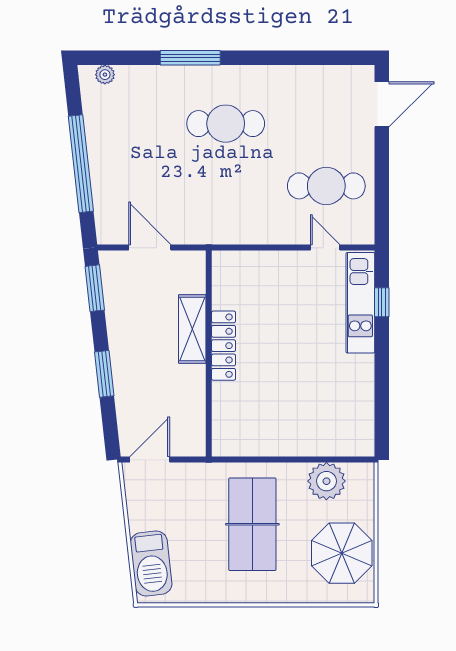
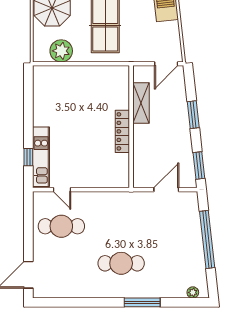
door: (150, 248) -> (166, 190), swing flipped
shelving: (192, 329) -> (141, 103), moved

